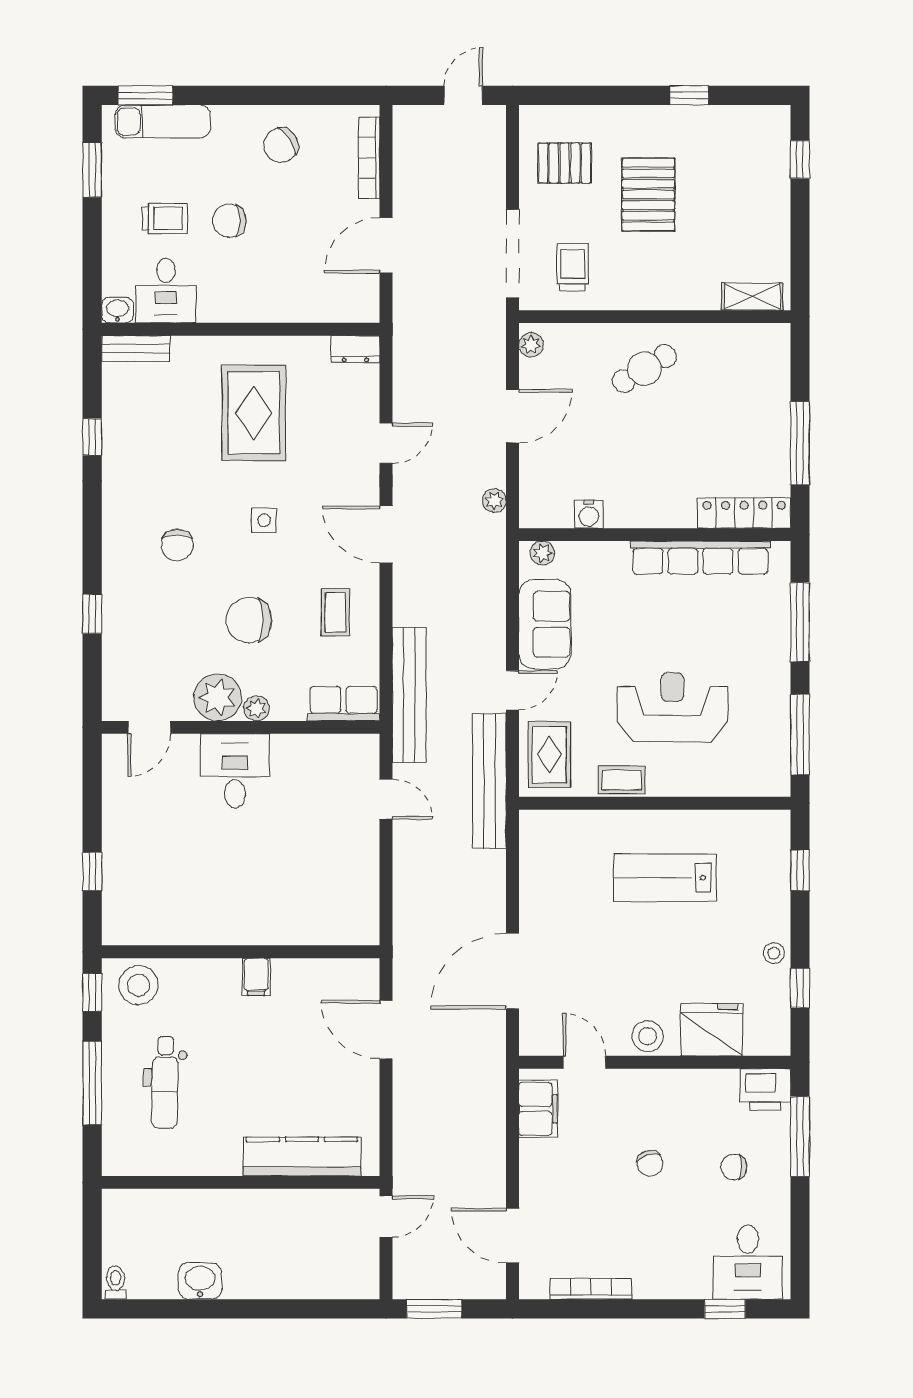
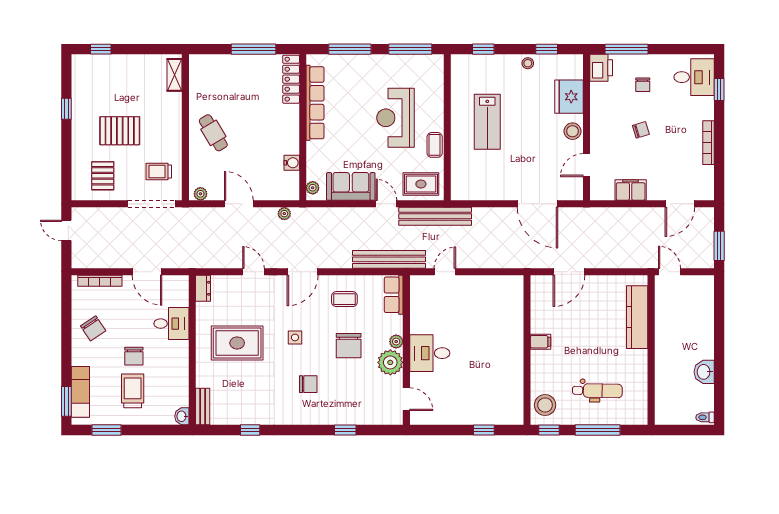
trolley: (165, 218) -> (133, 391), width x1.36, depth x1.39
desk: (166, 291) -> (171, 324), moved
filing cabinet: (538, 1109) -> (631, 190), moved
bookcase: (591, 1289) -> (708, 143), moved

